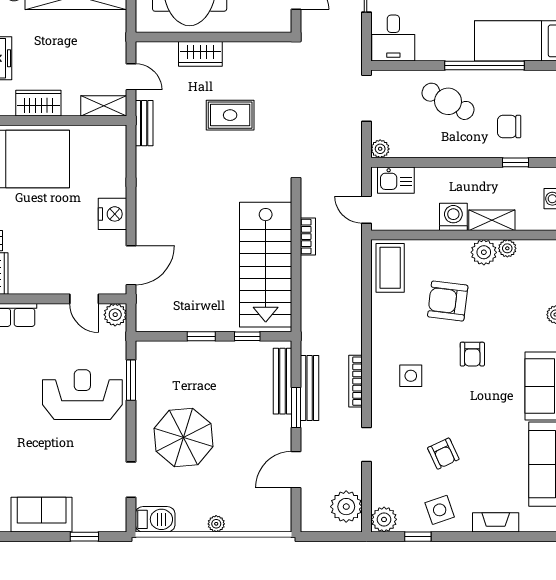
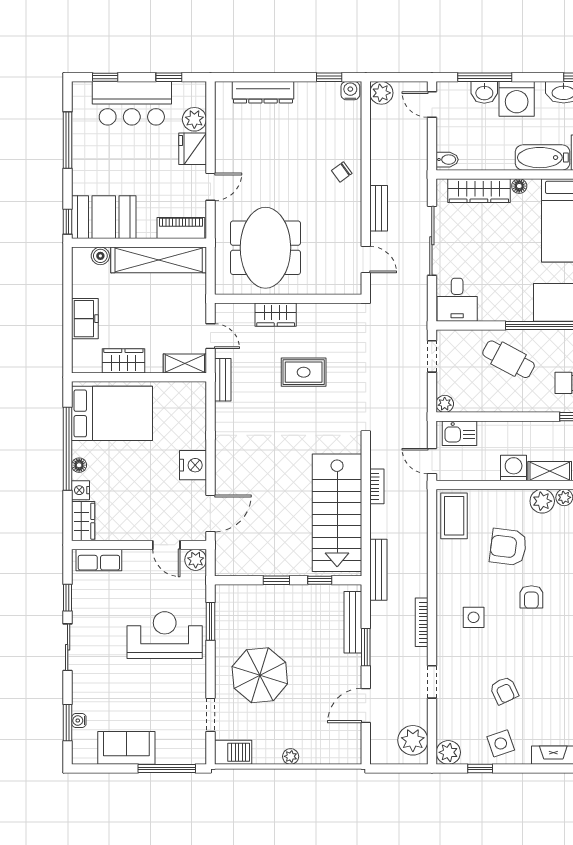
doorway: (367, 98) -> (432, 356), width x0.73
bench: (310, 388) -> (378, 570), moved
window: (84, 537) -> (167, 769), width x2.17

